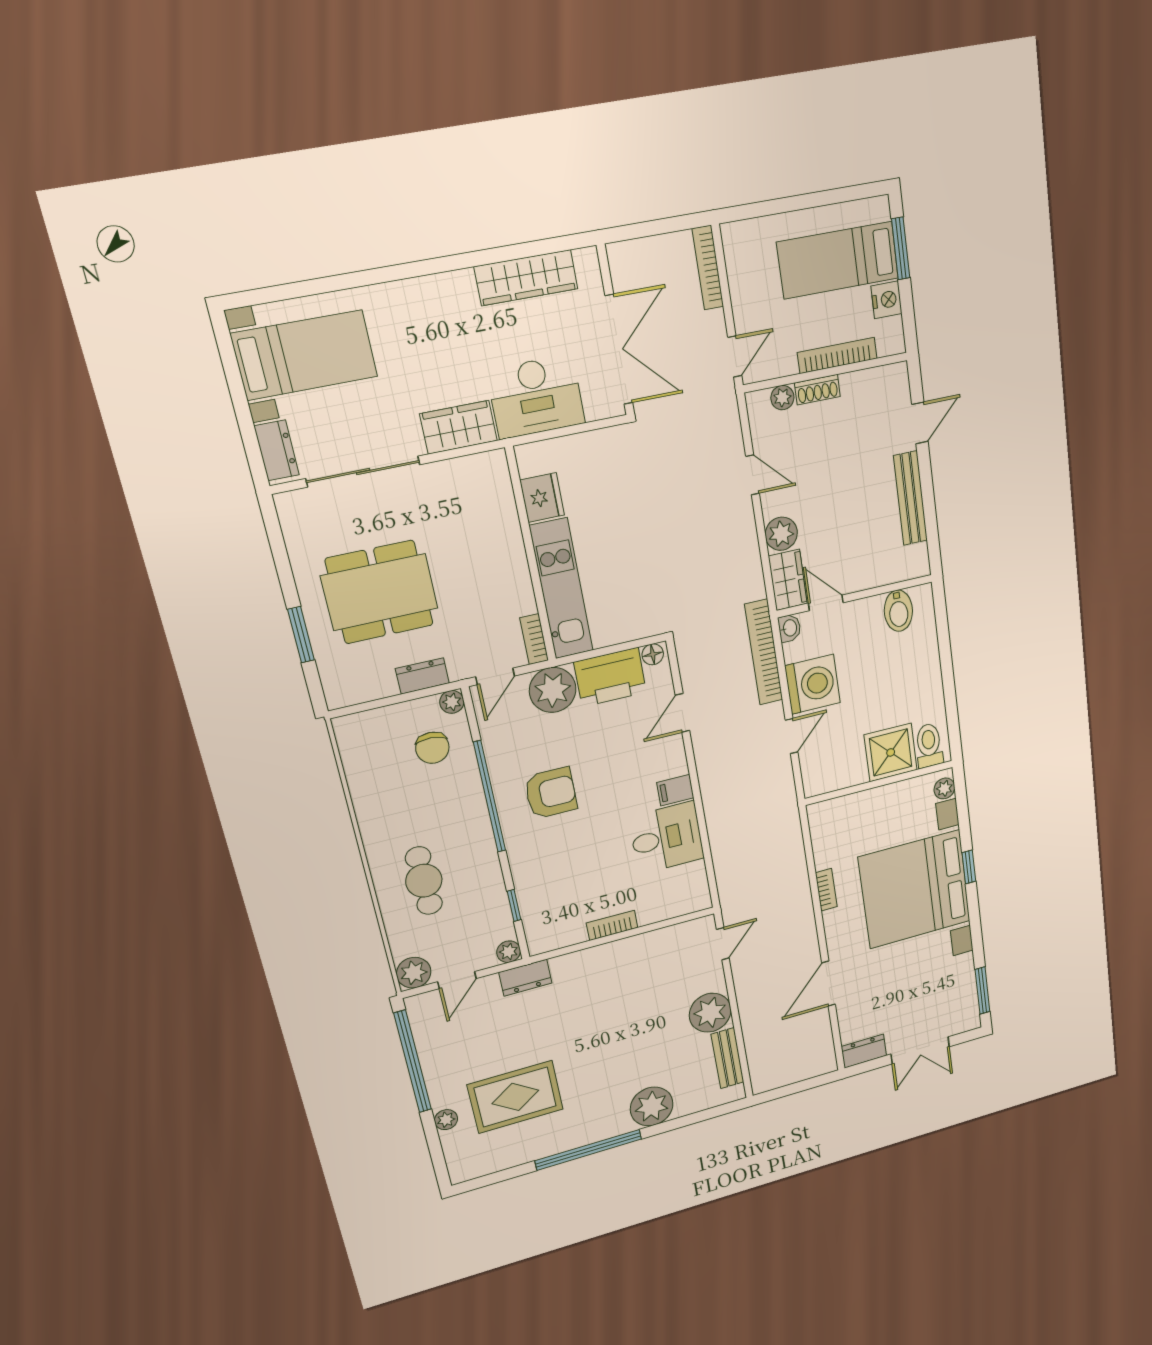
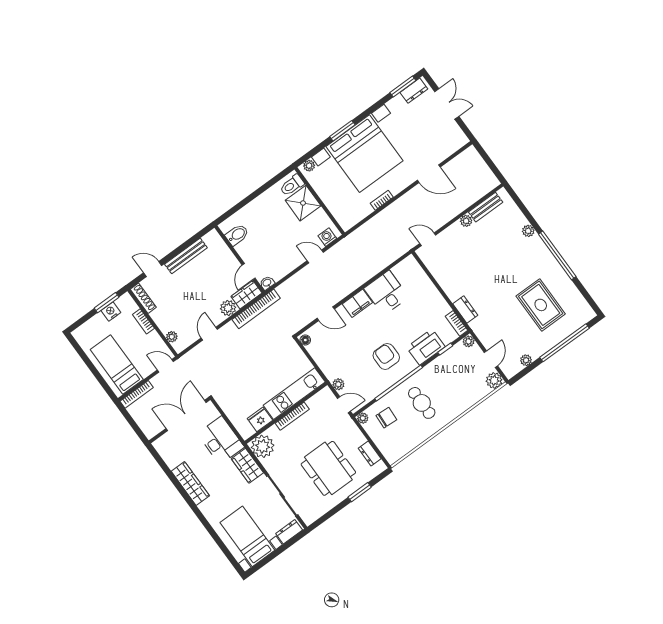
window: (901, 248) -> (107, 303), moved
bed: (838, 260) -> (117, 364), moved, turned 180
wardrobe: (526, 278) -> (190, 484), moved
bookcase: (837, 355) -> (143, 321), width x0.64
shoe rack: (817, 390) -> (143, 298), moved, width x1.43
plant: (485, 478) -> (263, 446), added
bookcase: (534, 639) -> (292, 416), moved, width x1.56
bookcase: (764, 652) -> (256, 309), moved
dresser: (422, 676) -> (370, 454), moved
printer: (610, 677) -> (426, 347), moved, turned -90
washing machine: (813, 684) -> (327, 237), moved, width x0.53, depth x0.53
plant: (553, 690) -> (338, 384), width x0.53, depth x0.53
filing cabinet: (675, 790) -> (357, 303), width x2.00
window: (969, 867) -> (342, 131), width x1.50
cafe table: (424, 881) -> (422, 403), moved, turned 90
bookcase: (612, 925) -> (456, 323), moved
dresser: (525, 978) -> (465, 309), moved
door: (457, 980) -> (491, 359), hinge flipped
plant: (710, 1013) -> (466, 221), width x0.53, depth x0.53
dresser: (864, 1051) -> (414, 91), moved, turned -90
window: (413, 1062) -> (565, 343), moved
plant: (652, 1106) -> (528, 231), width x0.53, depth x0.53
plant: (446, 1120) -> (526, 360), moved

